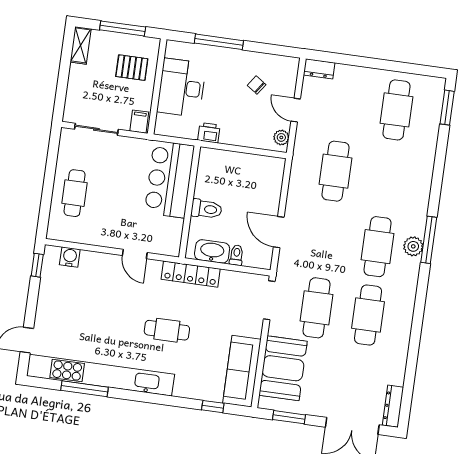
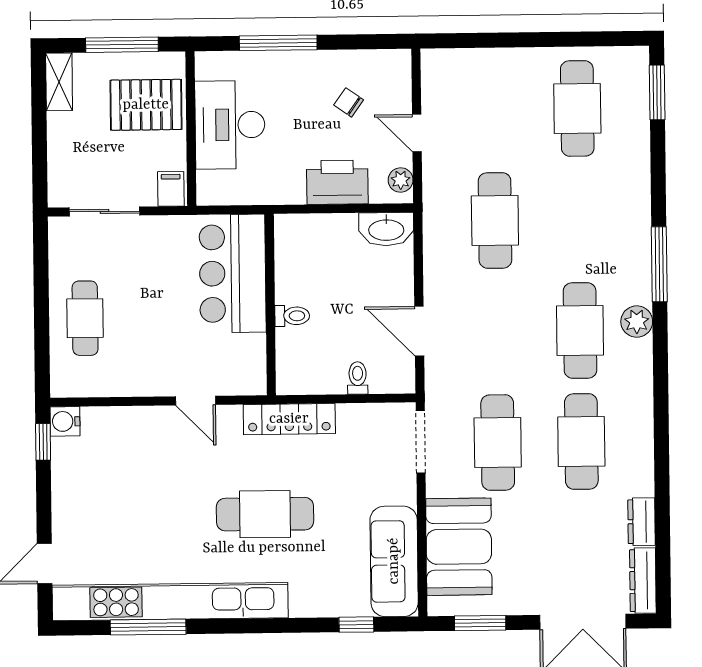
pallet: (132, 68) -> (146, 105), width x1.50, depth x1.42
dresser: (319, 69) -> (642, 522), moved, turned 90
printer: (209, 133) -> (337, 182), moved, width x1.87, depth x1.48
toilet: (206, 209) -> (292, 316), width x0.73, depth x0.72
window: (429, 240) -> (659, 264), moved
washbasin: (212, 251) -> (386, 229), moved, turned 180
water cooler: (70, 257) -> (65, 421), moved, turned -90
cafe table: (167, 330) -> (265, 514), width x1.37, depth x1.35

